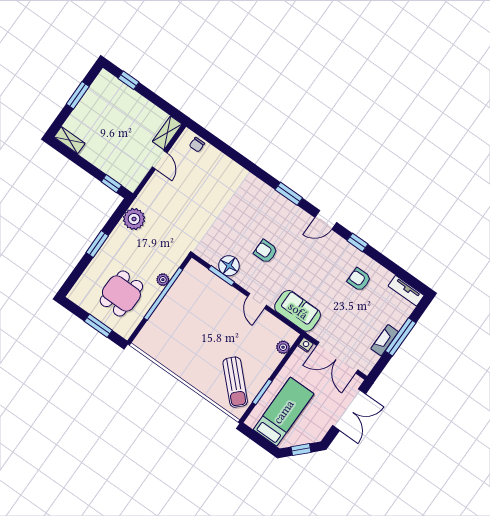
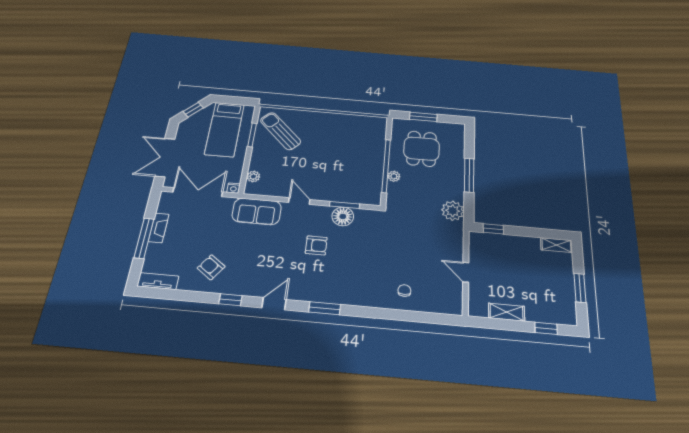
shelving: (167, 133) -> (507, 312), moved, turned 90
chair: (197, 145) -> (404, 290), moved
window: (97, 244) -> (469, 175), width x1.44
armchair: (359, 279) -> (211, 267), turned -144

